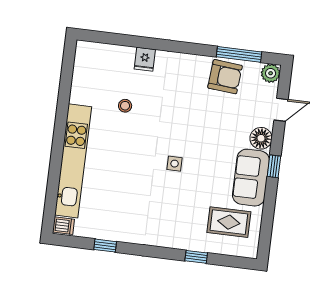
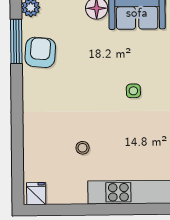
fridge: (145, 59) -> (36, 194), moved, turned -90

